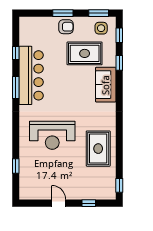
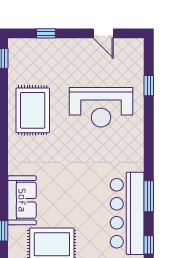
reception desk: (52, 135) -> (101, 107), moved, turned 180
door: (59, 203) -> (103, 33), moved

